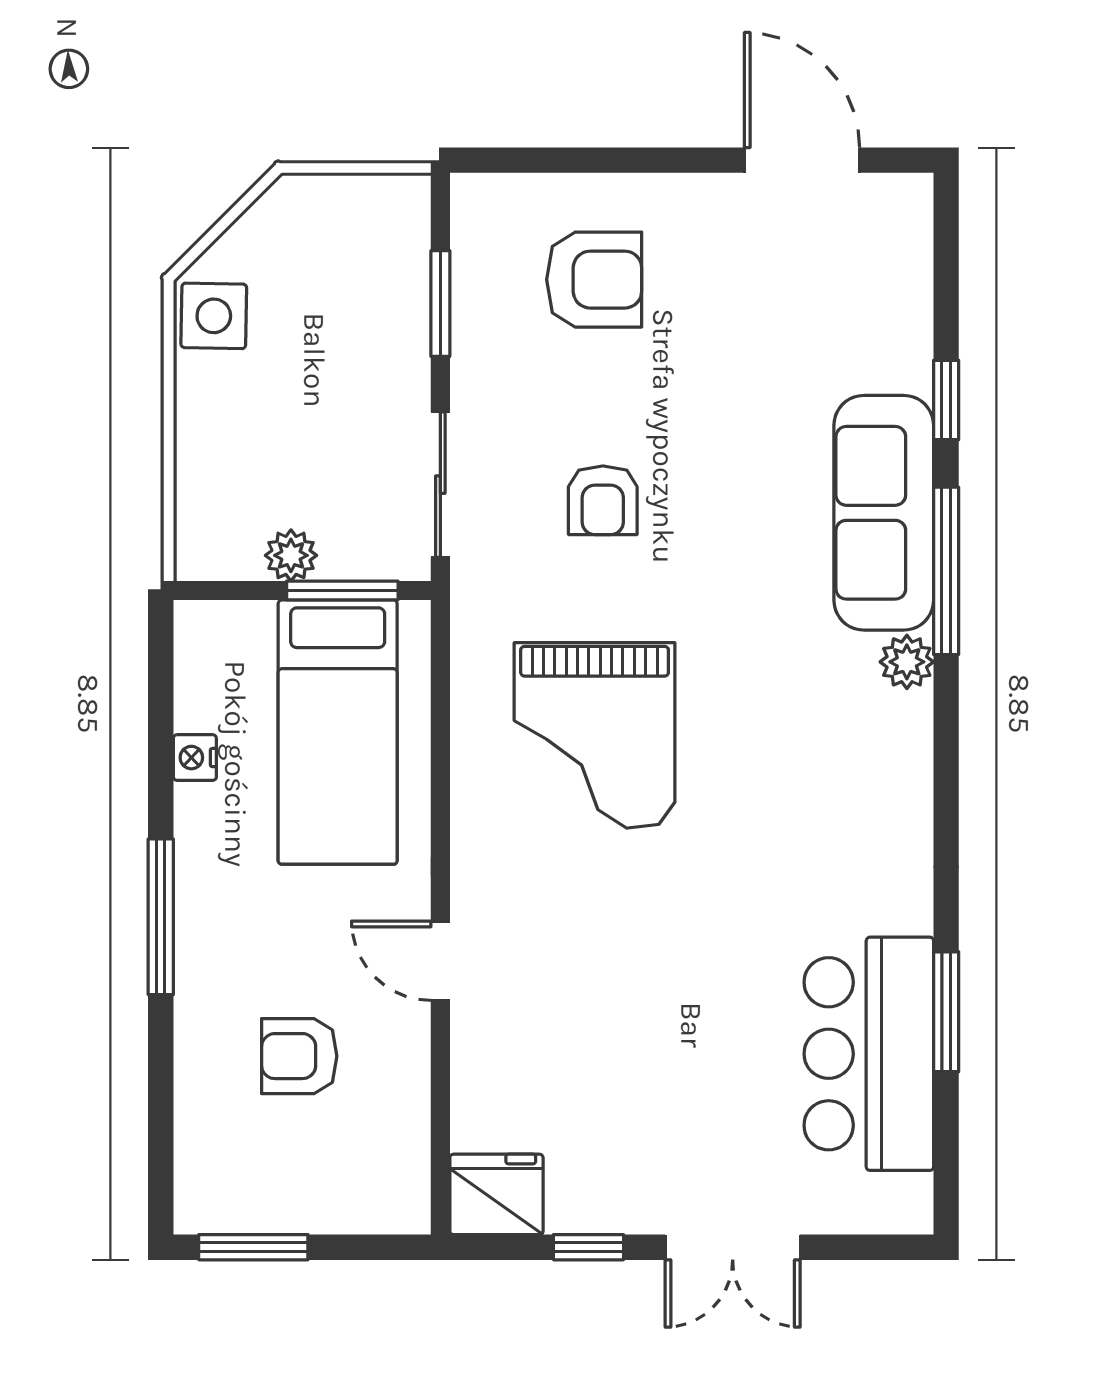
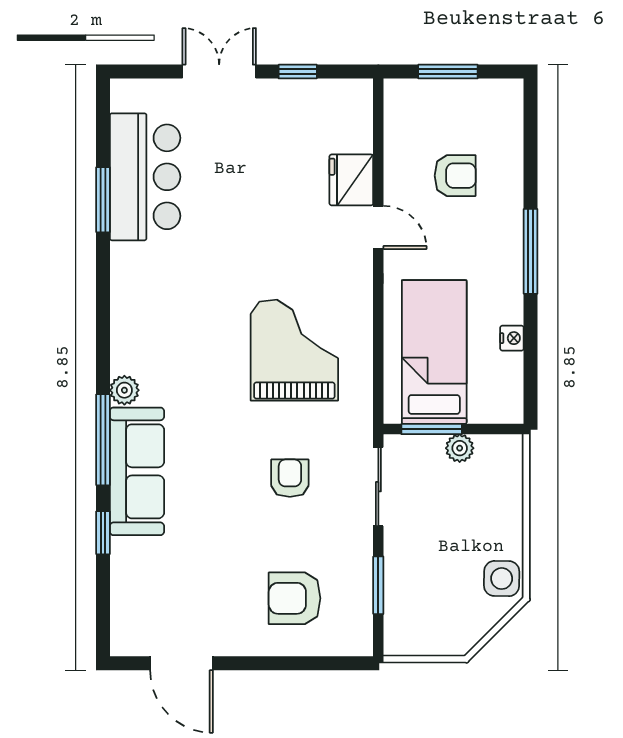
fridge: (496, 1194) -> (351, 180), moved, turned 90
window: (253, 1247) -> (448, 72), moved

